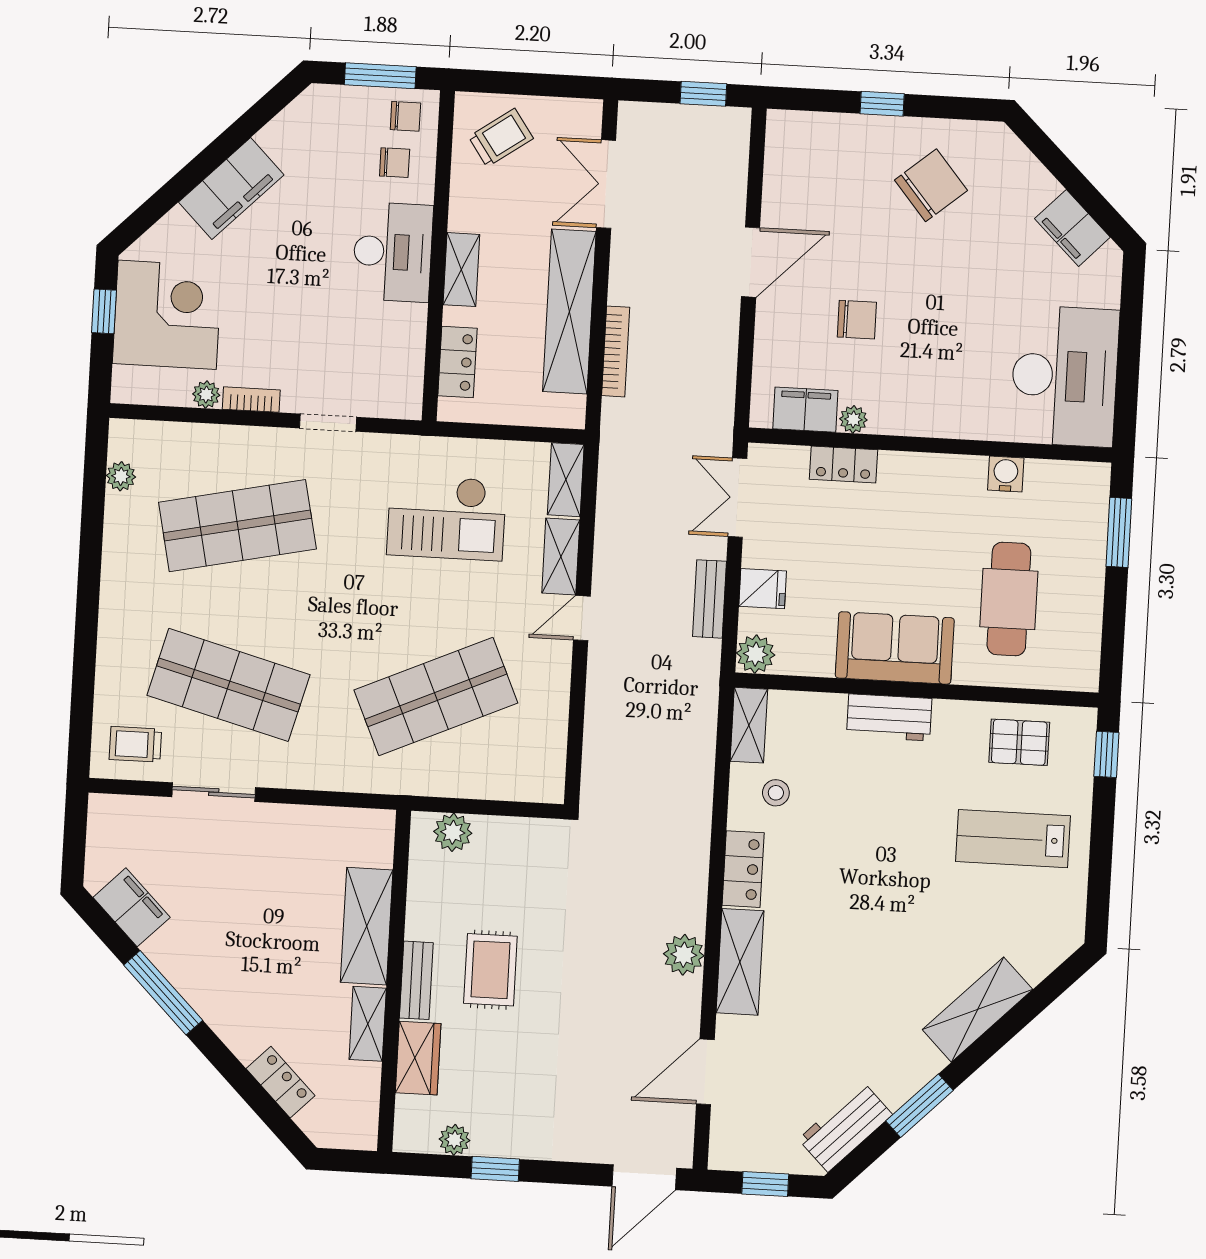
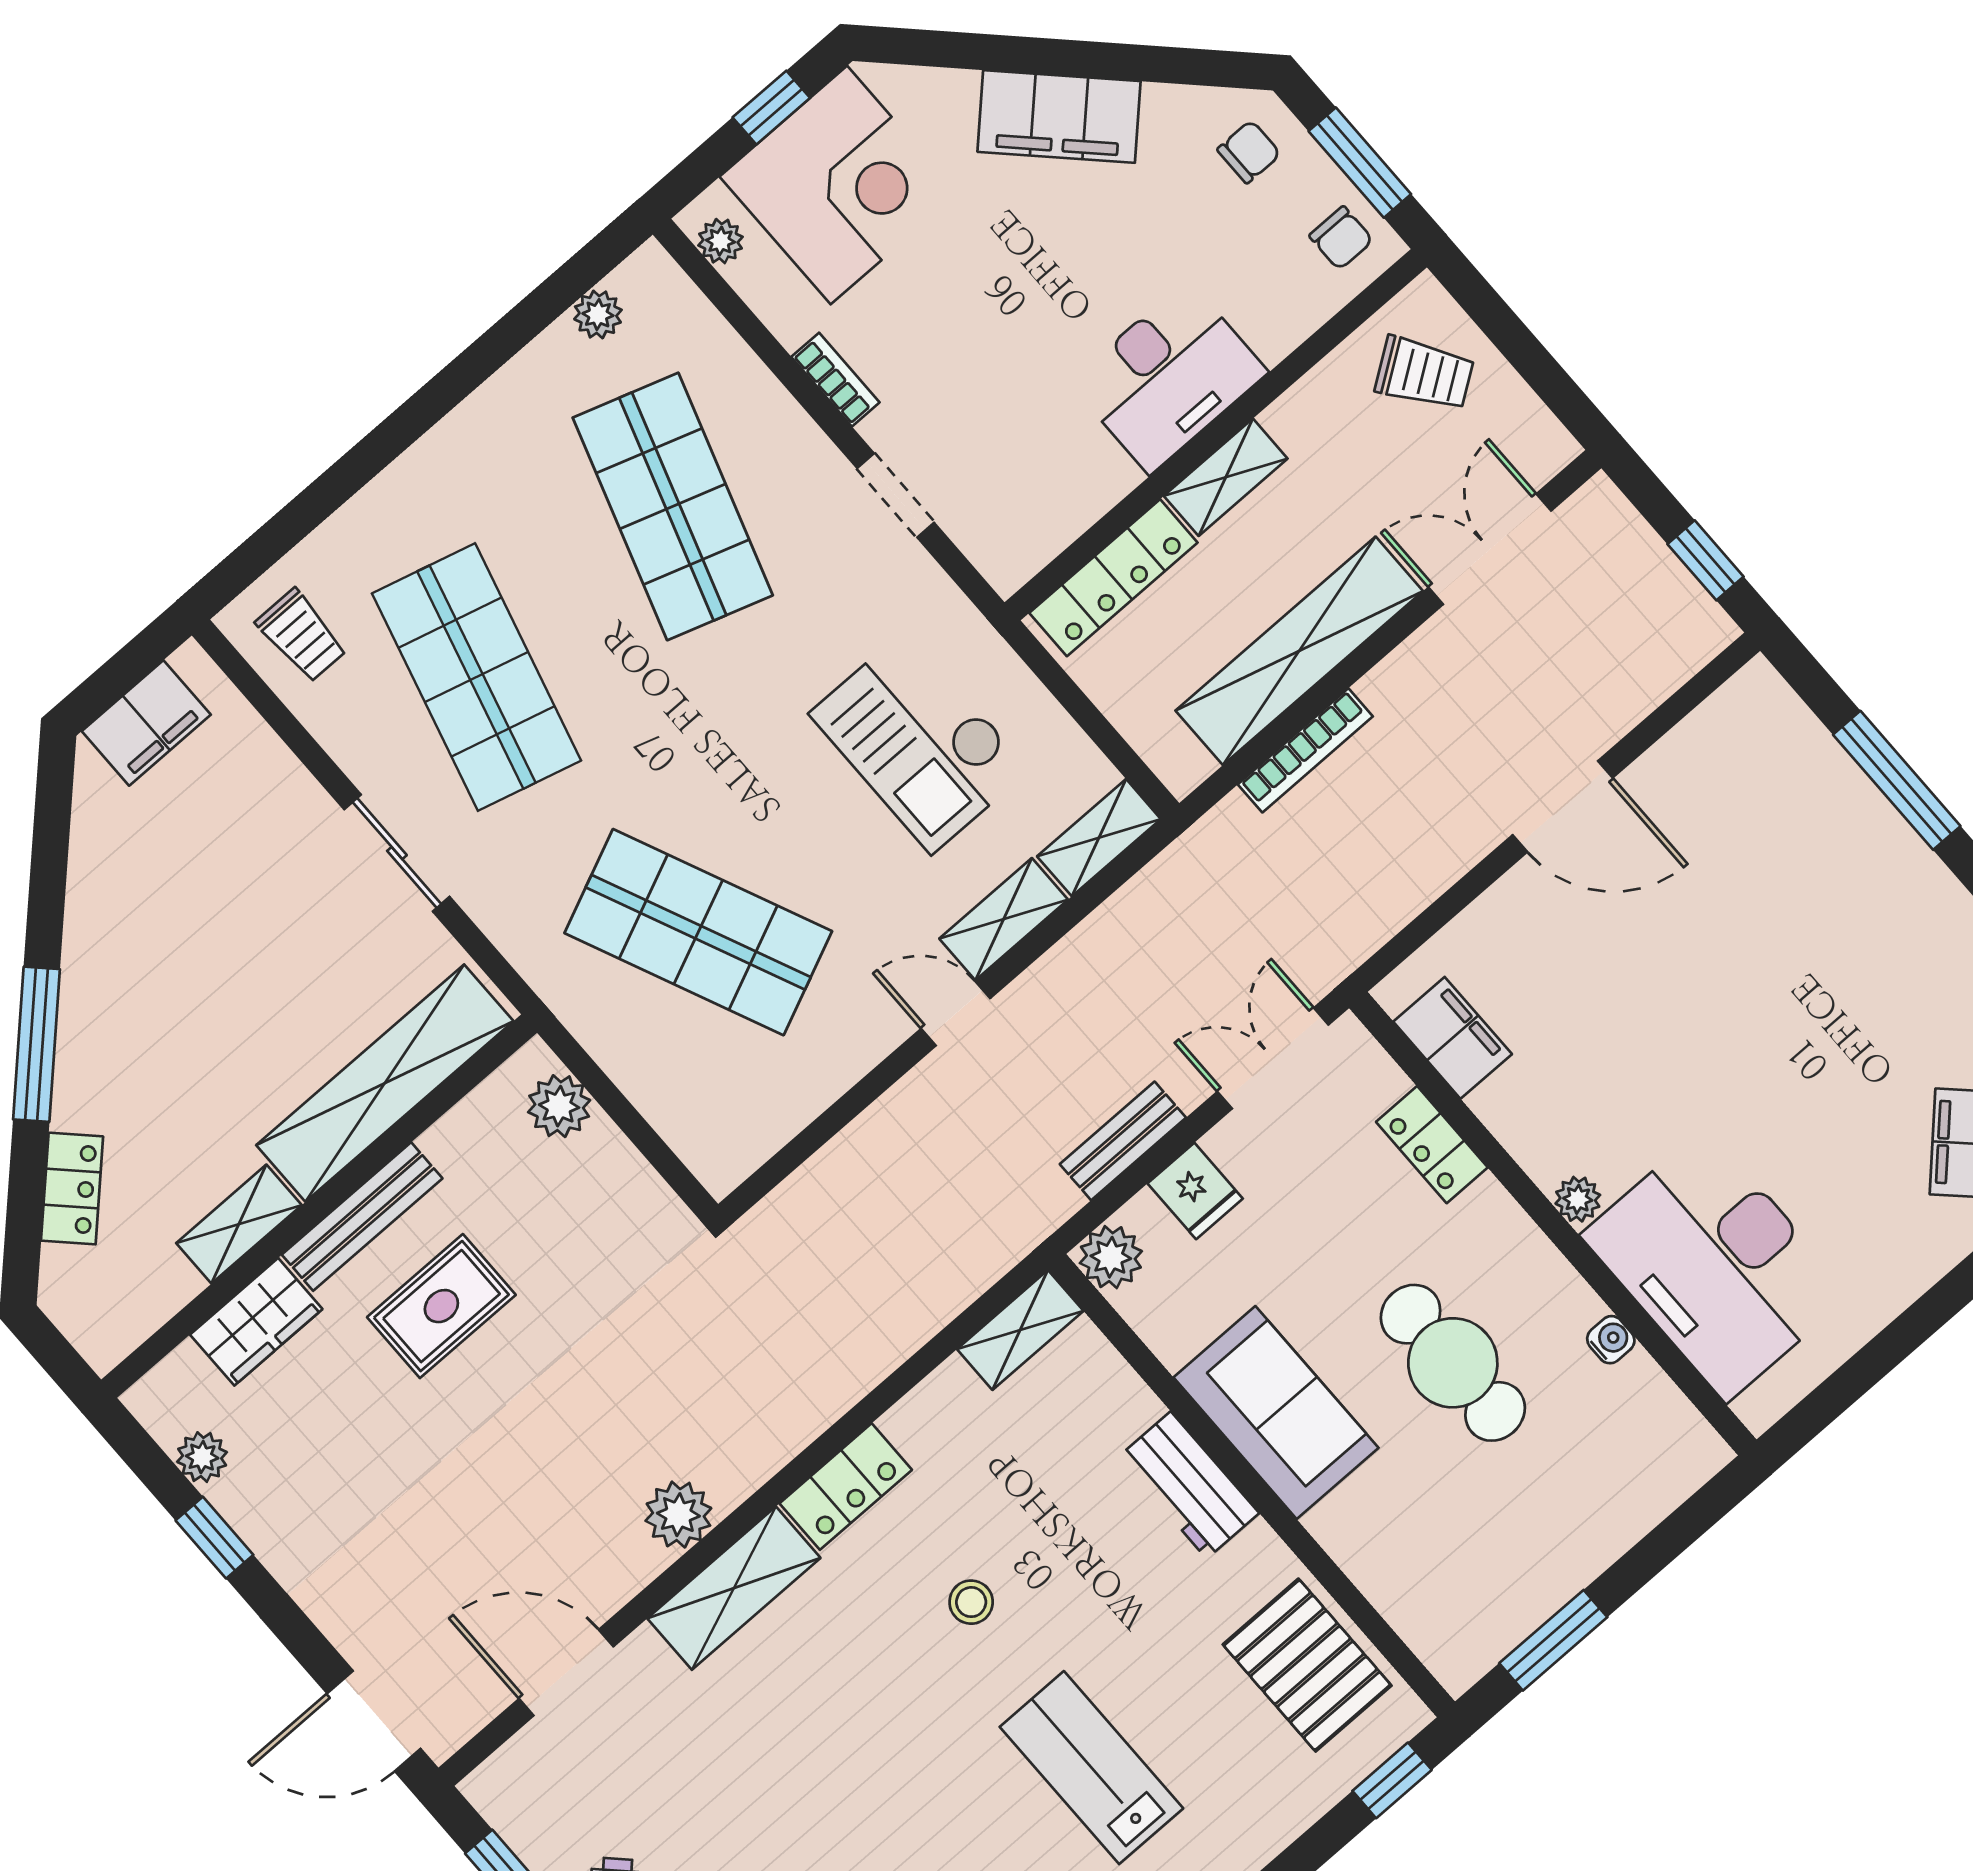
window: (882, 104) -> (1897, 780), width x2.17
chair: (395, 163) -> (1249, 152), moved, turned -90
chair: (931, 185) -> (1857, 930), removed
chair: (857, 320) -> (1616, 996), removed
locker: (458, 362) -> (1113, 578), width x1.53
desk: (1065, 376) -> (1716, 1265), moved, turned 90
plant: (206, 395) -> (720, 241), moved
plant: (853, 419) -> (1578, 1199), moved
water cooler: (1006, 474) -> (1611, 1340), width x0.72, depth x0.72
shop shelf: (237, 526) -> (673, 506), turned 30
window: (1119, 532) -> (1553, 1640), moved
cafe table: (1009, 599) -> (1453, 1363), moved, turned 90
pallet: (1019, 742) -> (1307, 1665), width x1.50, depth x1.42
trolley: (135, 744) -> (302, 636), turned 180
sliding door: (214, 792) -> (397, 853), moved
stool: (776, 793) -> (971, 1602), moved
lab bench: (1013, 839) -> (1091, 1768), moved
filing cabinet: (132, 907) -> (146, 723), moved, turned 45
shelving: (367, 926) -> (385, 1083), width x1.47
bench: (416, 980) -> (362, 1217), width x1.36
window: (163, 993) -> (37, 1044), moved

